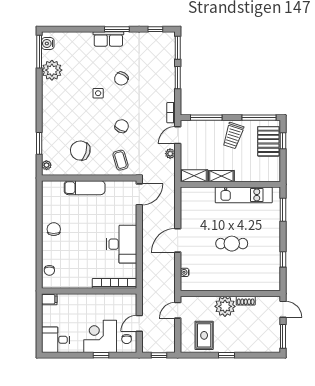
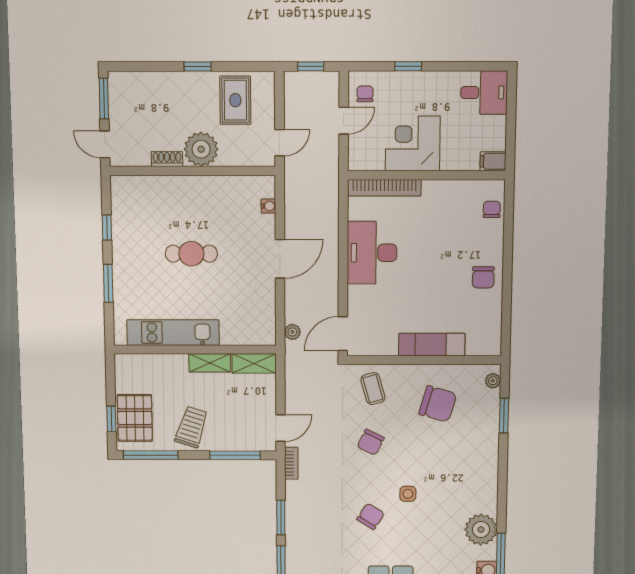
plant: (170, 154) -> (292, 332), moved
window: (283, 210) -> (108, 283), moved
corner desk: (100, 336) -> (413, 143), moved, turned 180

